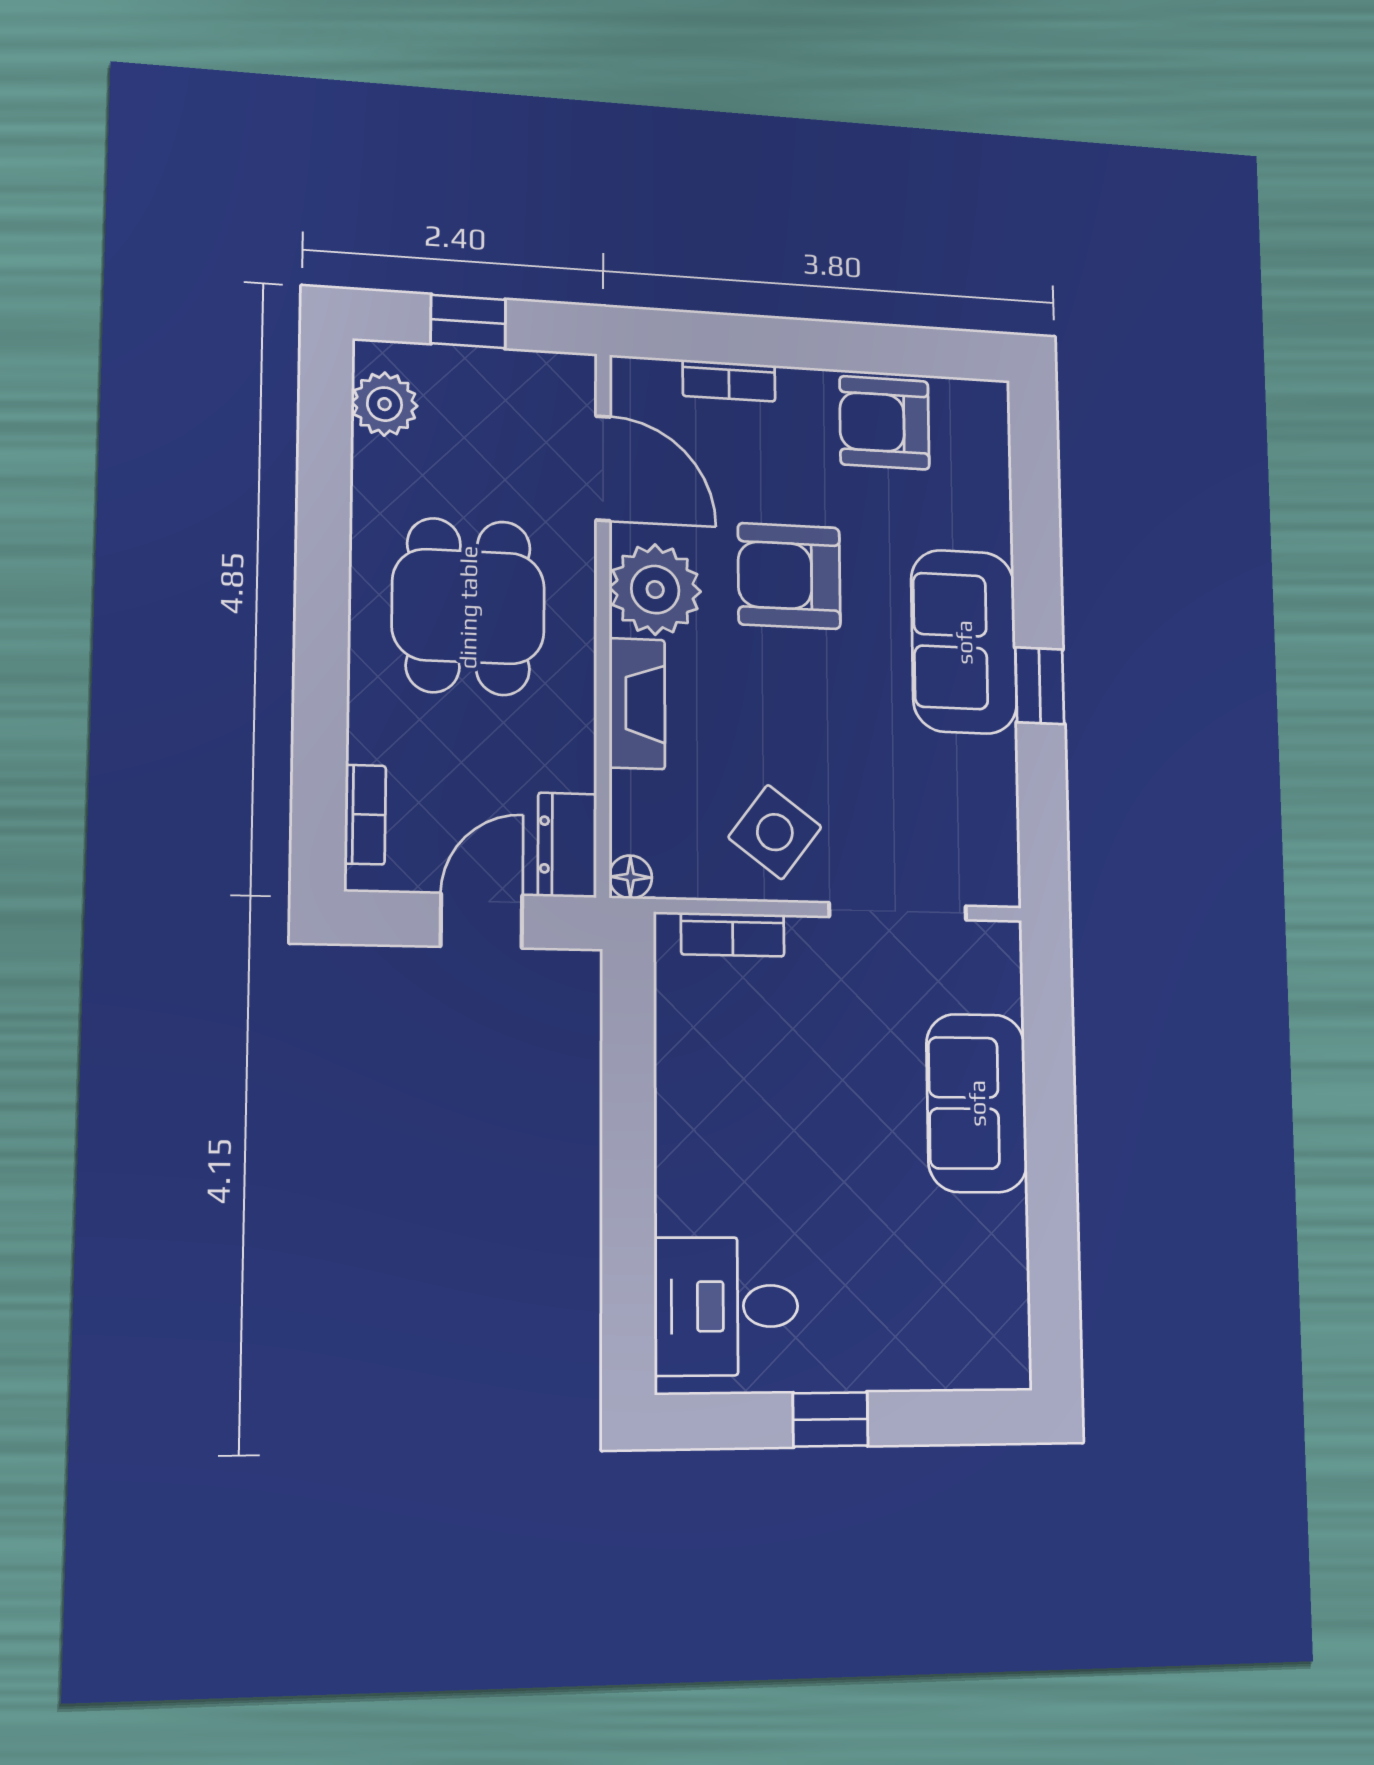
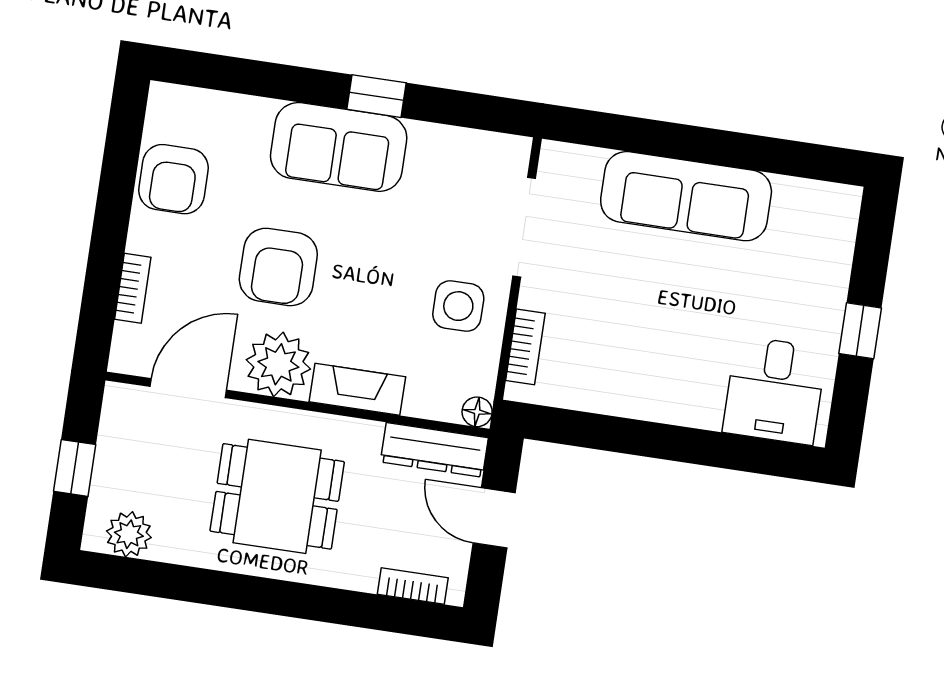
side table: (775, 832) -> (458, 306), turned -37
dresser: (567, 845) -> (434, 450), width x1.44
sofa: (977, 1103) -> (686, 196), width x1.36

